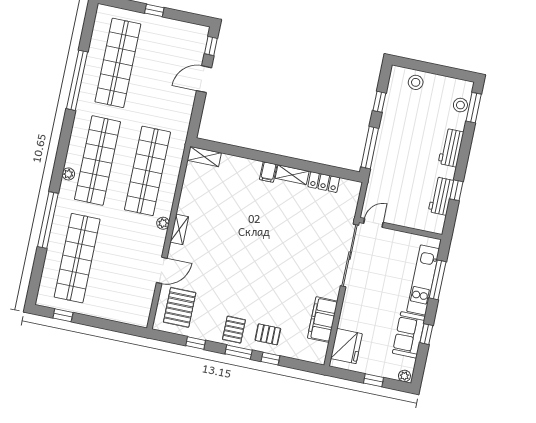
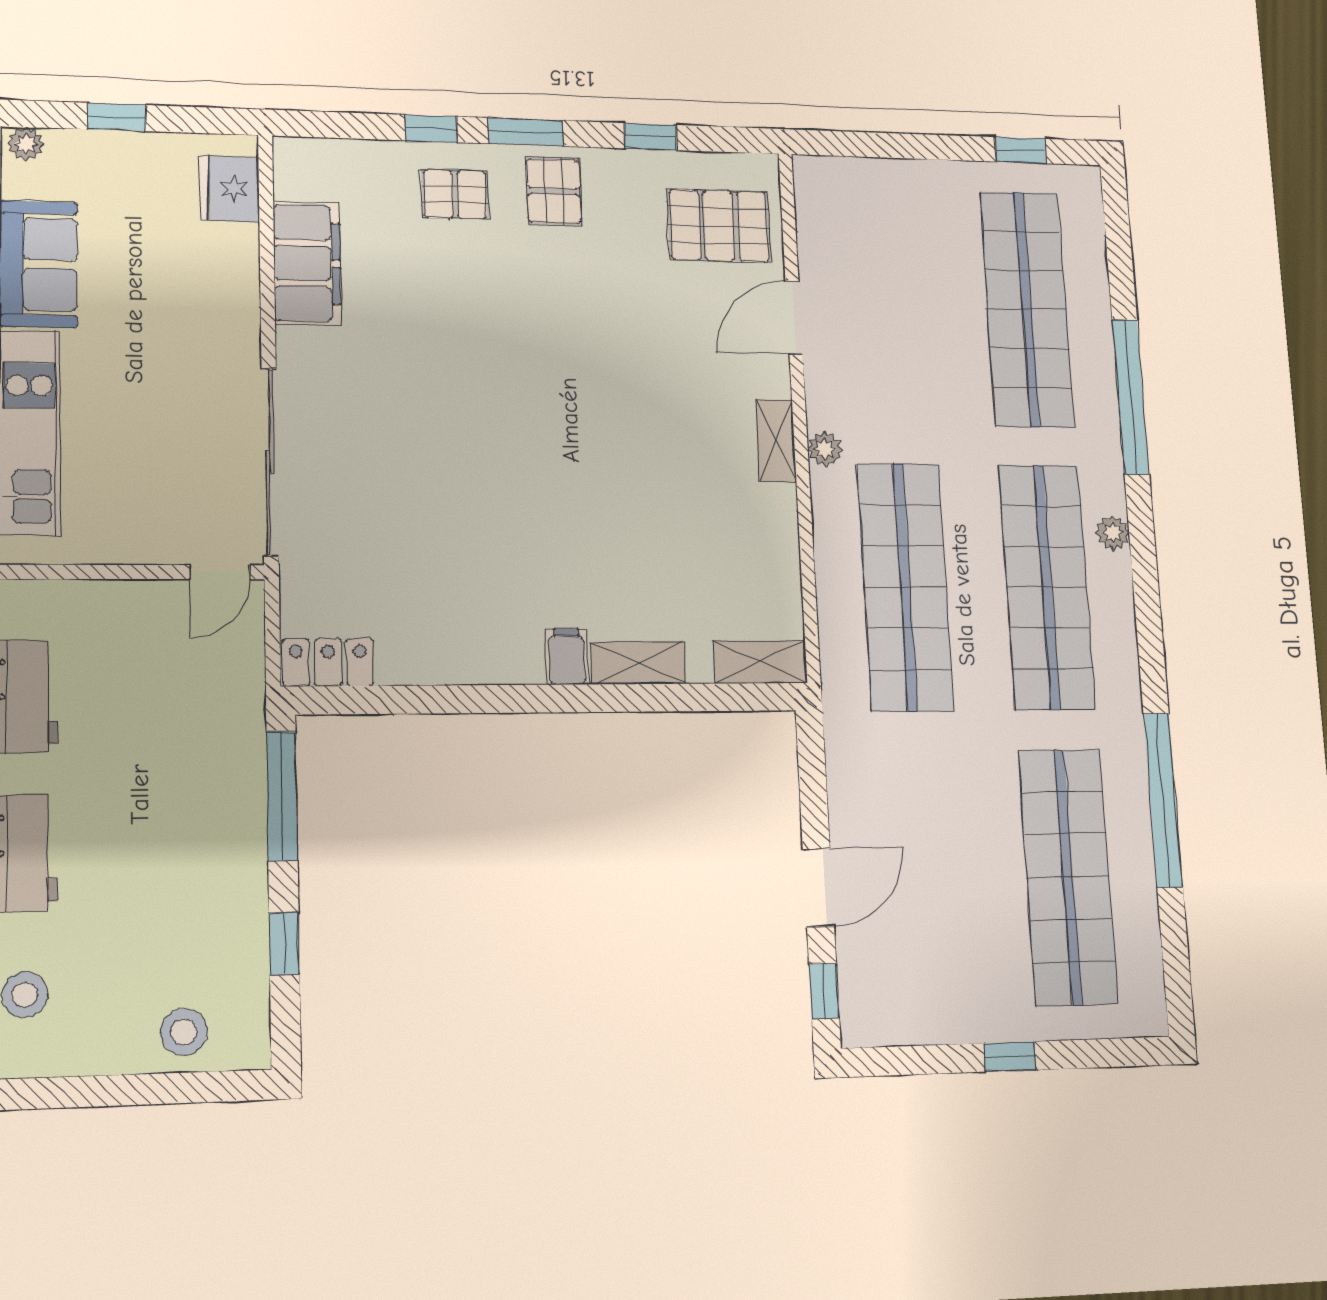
shelving: (292, 175) -> (638, 663), moved
locker: (324, 182) -> (328, 662), moved
pallet: (180, 307) -> (719, 226), turned 90
fridge: (346, 346) -> (229, 189), width x0.73, depth x0.75

